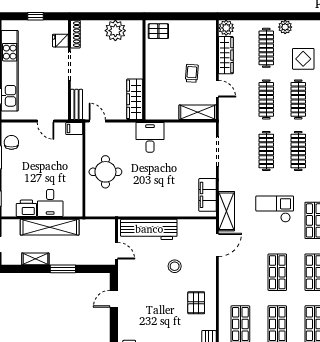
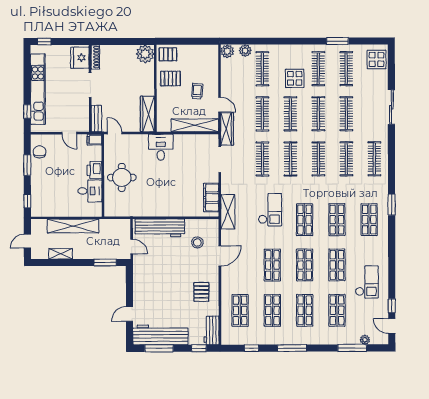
window: (36, 16) -> (44, 42), moved
plant: (285, 27) -> (245, 51), moved
plant: (115, 31) -> (145, 54), moved
fridge: (60, 41) -> (80, 58), width x1.88, depth x1.34
wardrobe: (226, 55) -> (227, 129), moved
pallet: (161, 59) -> (170, 78), added
shelving: (198, 112) -> (195, 125), width x1.47
desk: (50, 203) -> (90, 191), moved, turned -90
printer: (26, 208) -> (94, 170), moved, turned -90
checkout: (275, 209) -> (270, 210), turned 90
door: (217, 245) -> (220, 256), moved
stool: (175, 266) -> (197, 242), moved
window: (63, 269) -> (105, 262), moved
door: (114, 299) -> (129, 314), moved

